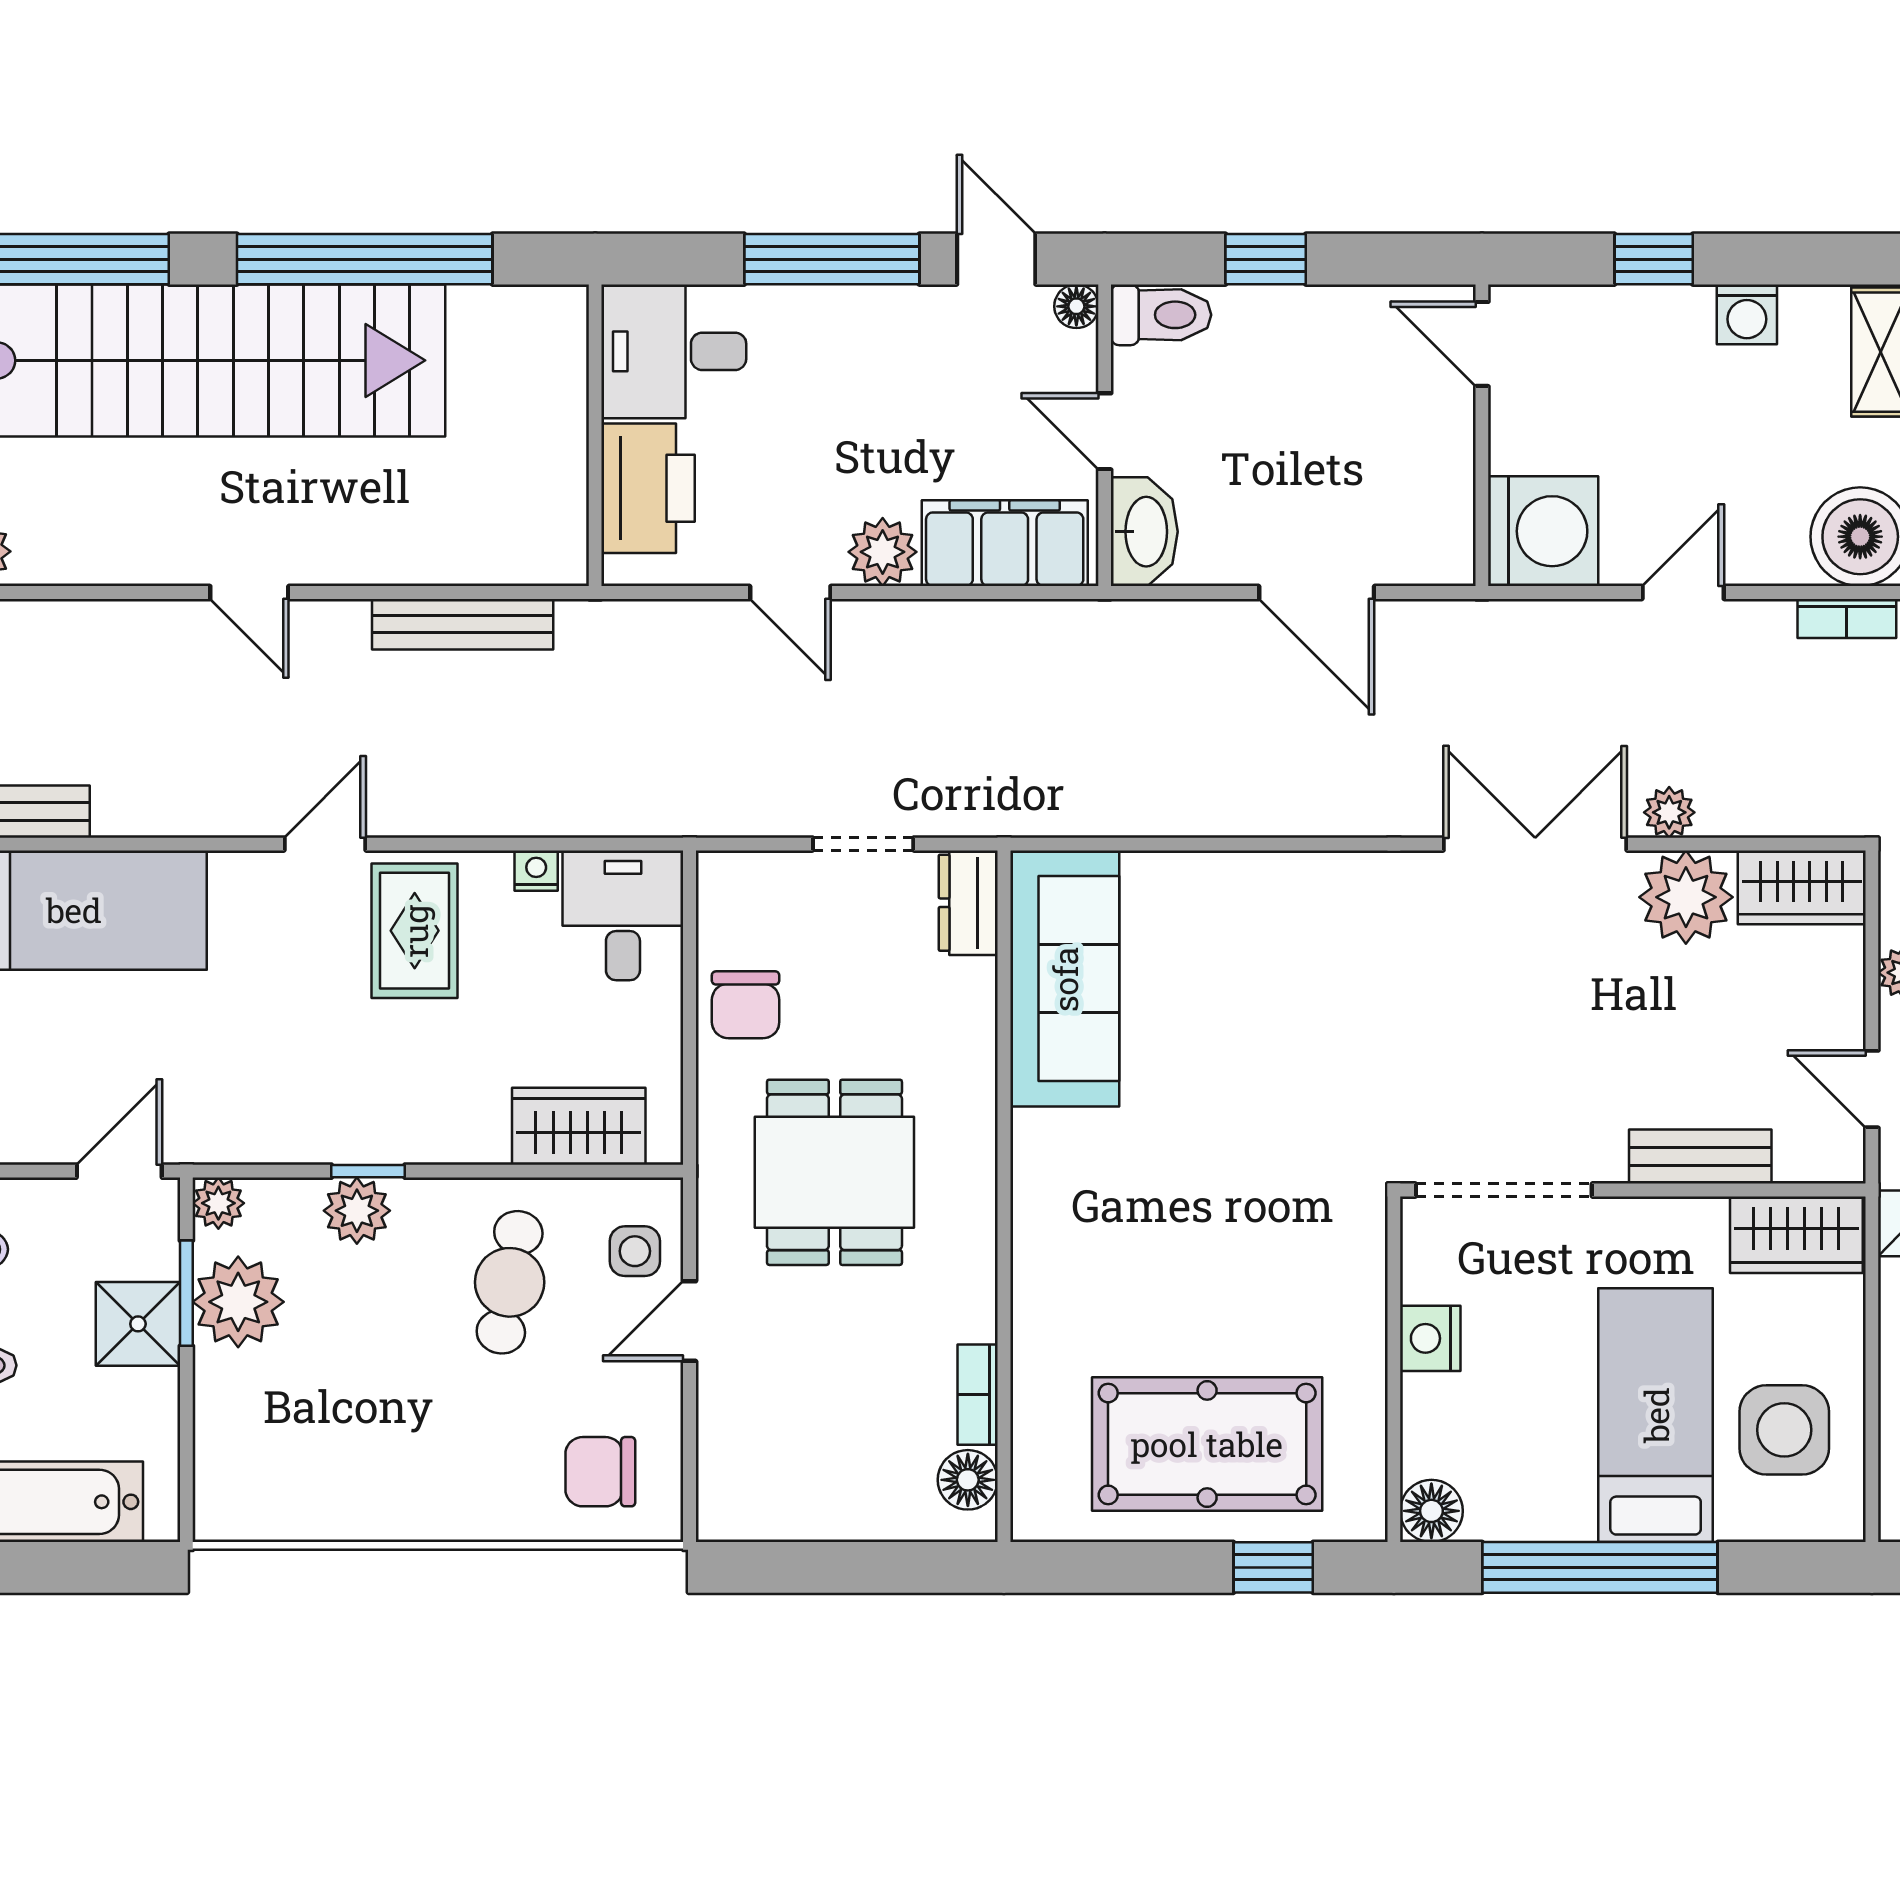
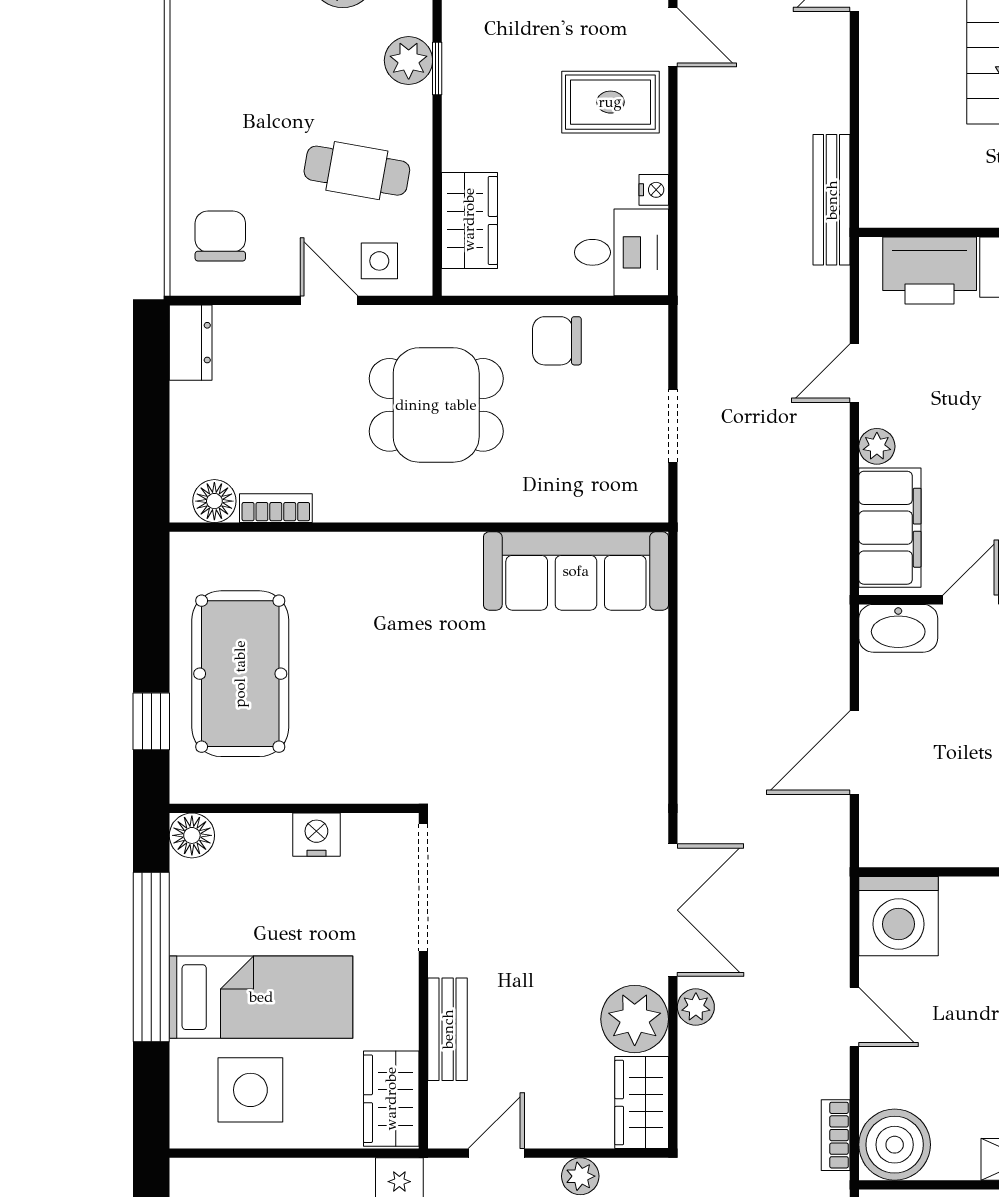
plant: (883, 552) -> (877, 446), width x0.73, depth x0.73
bench: (463, 624) -> (832, 200), moved
dresser: (968, 903) -> (191, 343), moved, turned 90

